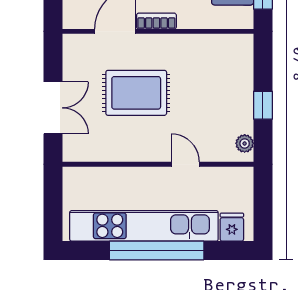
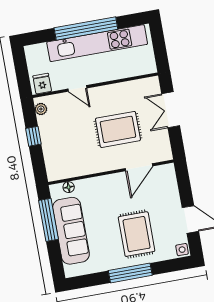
bookcase: (156, 21) -> (113, 179), removed
floor lamp: (224, 21) -> (69, 187), added
fridge: (232, 227) -> (42, 84), moved, turned 180

